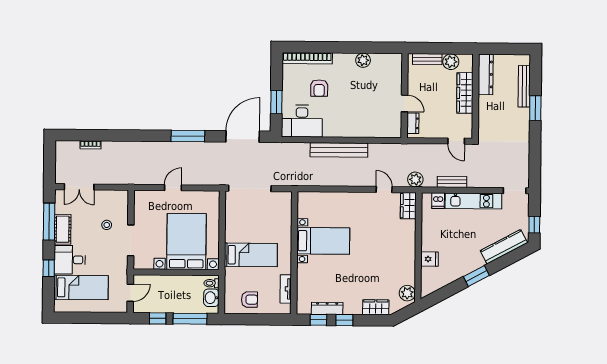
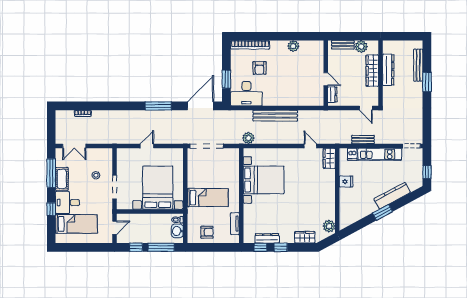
dresser: (486, 74) -> (388, 70), moved
plant: (415, 179) -> (248, 138), moved
bed with nightstands: (323, 241) -> (264, 180), width x1.36
kitchen counter: (504, 247) -> (392, 196), moved
fridge: (430, 259) -> (346, 182), moved

